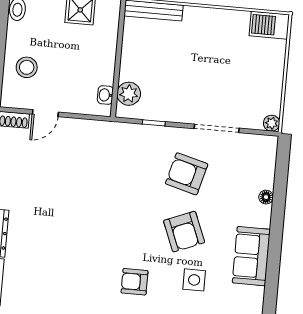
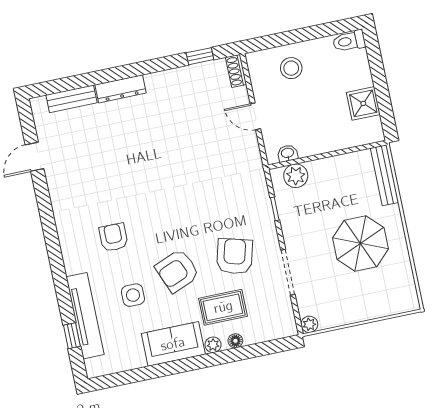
barbecue: (269, 25) -> (404, 293), removed
parasol: (210, 52) -> (360, 243), added
door: (45, 113) -> (255, 116), moved
rug: (231, 199) -> (223, 307), added
plant: (263, 219) -> (213, 345), added

